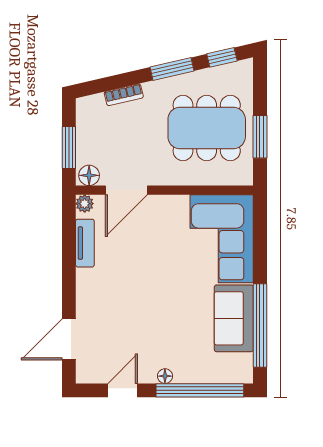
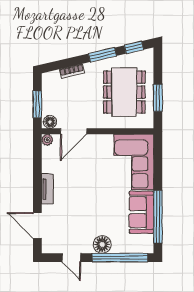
dining table: (207, 128) -> (124, 92), turned 90
tv unit: (85, 243) -> (47, 189), moved
door: (69, 339) -> (37, 225), hinge flipped
floor lamp: (165, 376) -> (102, 244), width x1.89, depth x1.89
door: (123, 390) -> (71, 258), swing flipped

